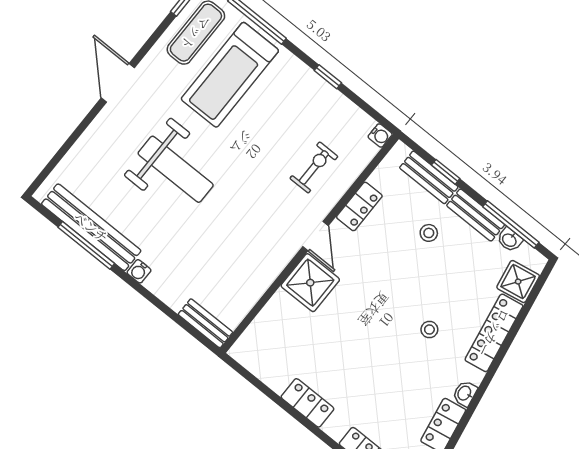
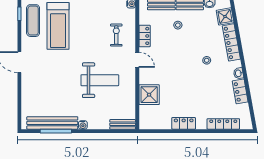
weight bench: (176, 169) -> (100, 80), moved
shower: (310, 283) -> (149, 95), moved

